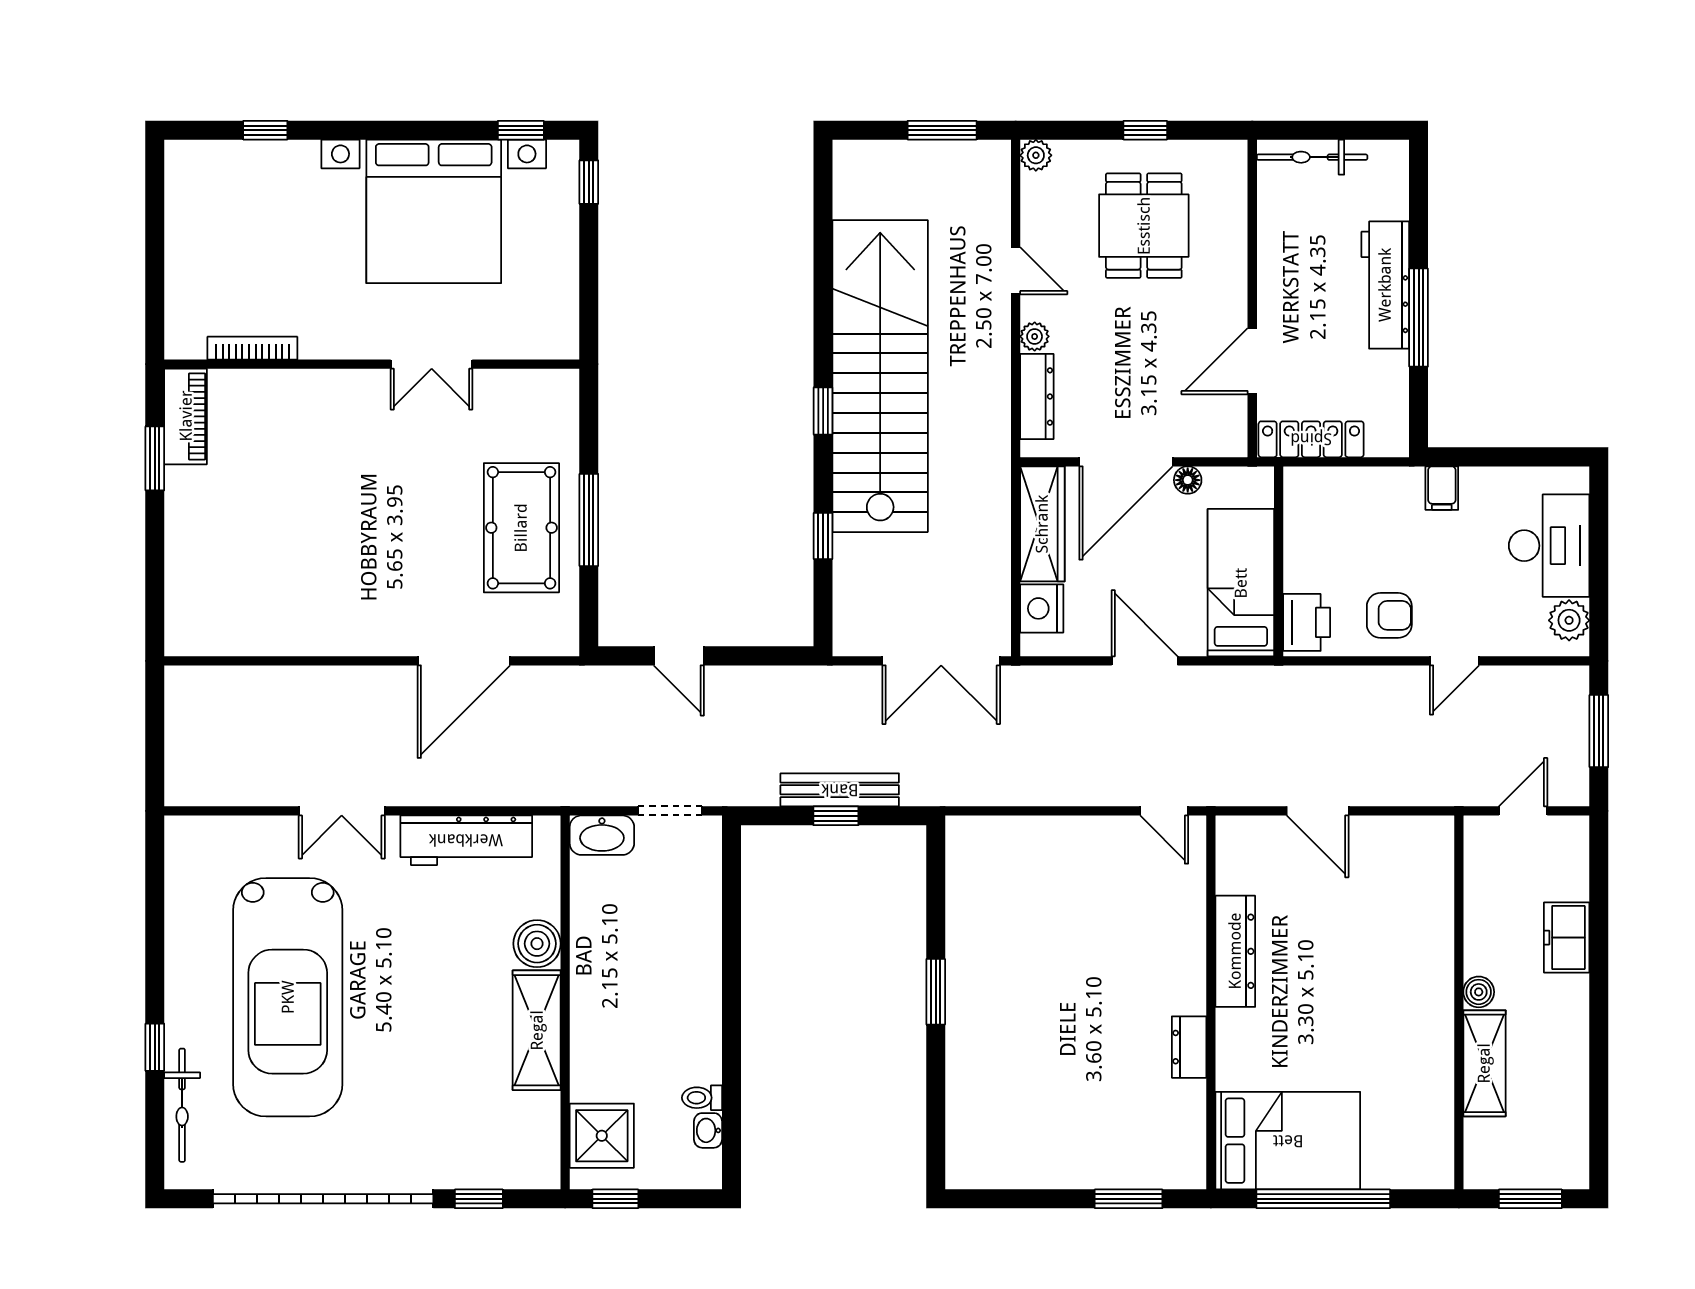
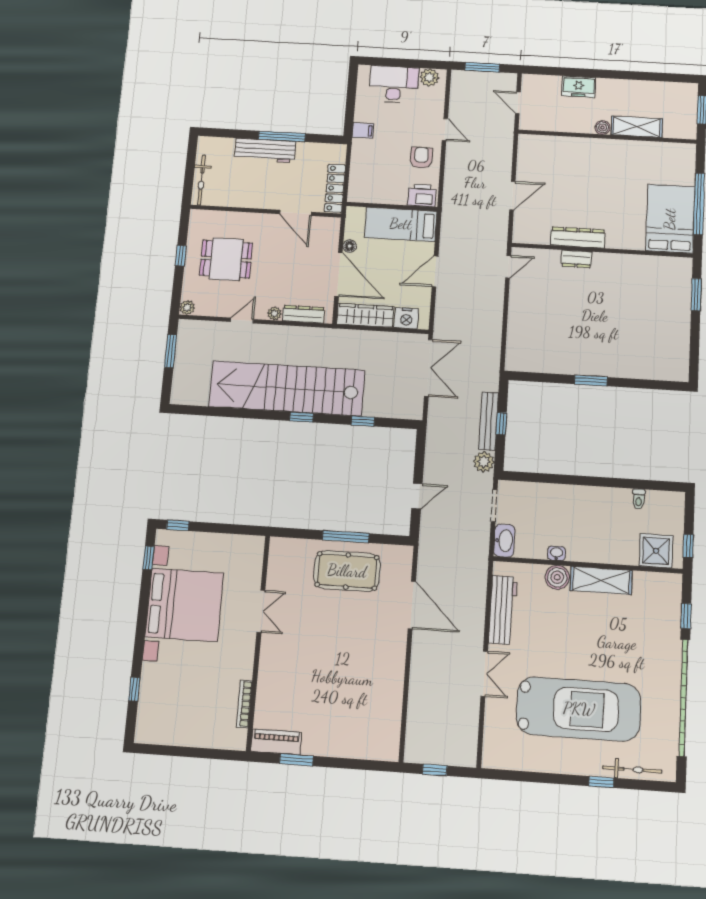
window: (155, 727) -> (435, 770), added
plant: (756, 785) -> (484, 462), added
dresser: (1189, 1047) -> (576, 259), moved
washbasin: (708, 1130) -> (556, 553), moved, turned 180

